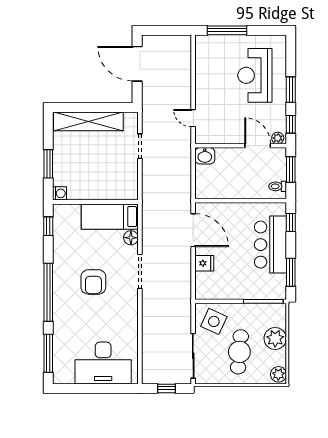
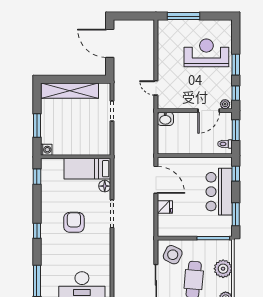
reception desk: (255, 75) -> (206, 53), turned 90
door: (258, 146) -> (209, 111), swing flipped
armchair: (93, 282) -> (74, 222), turned 180
window: (48, 292) -> (37, 231), width x0.32

